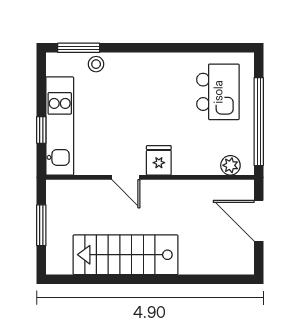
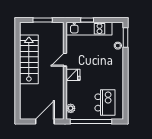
kitchen island: (218, 92) -> (105, 102), turned -90

